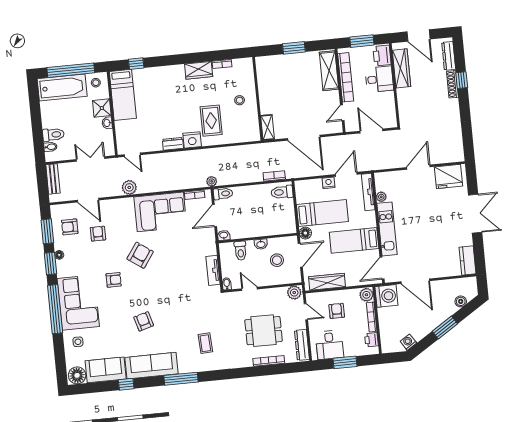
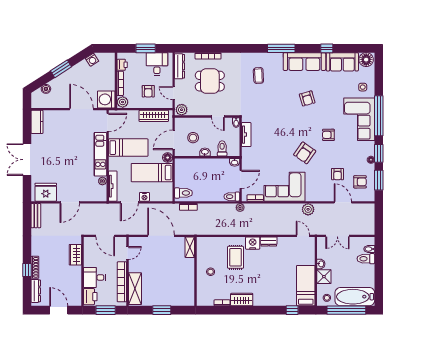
wardrobe: (402, 68) -> (75, 255), moved, width x0.67
bench: (53, 179) -> (36, 216), moved

